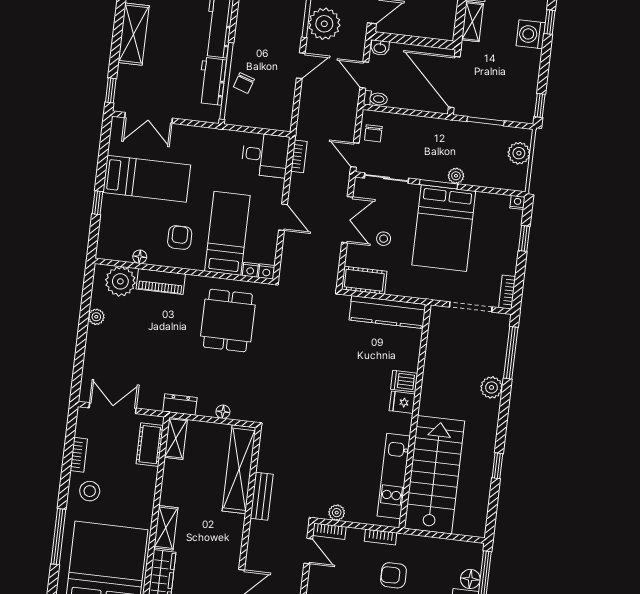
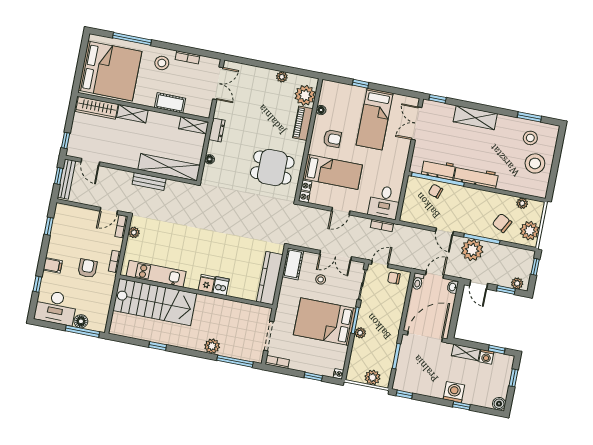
cot: (150, 445) -> (170, 103), moved

